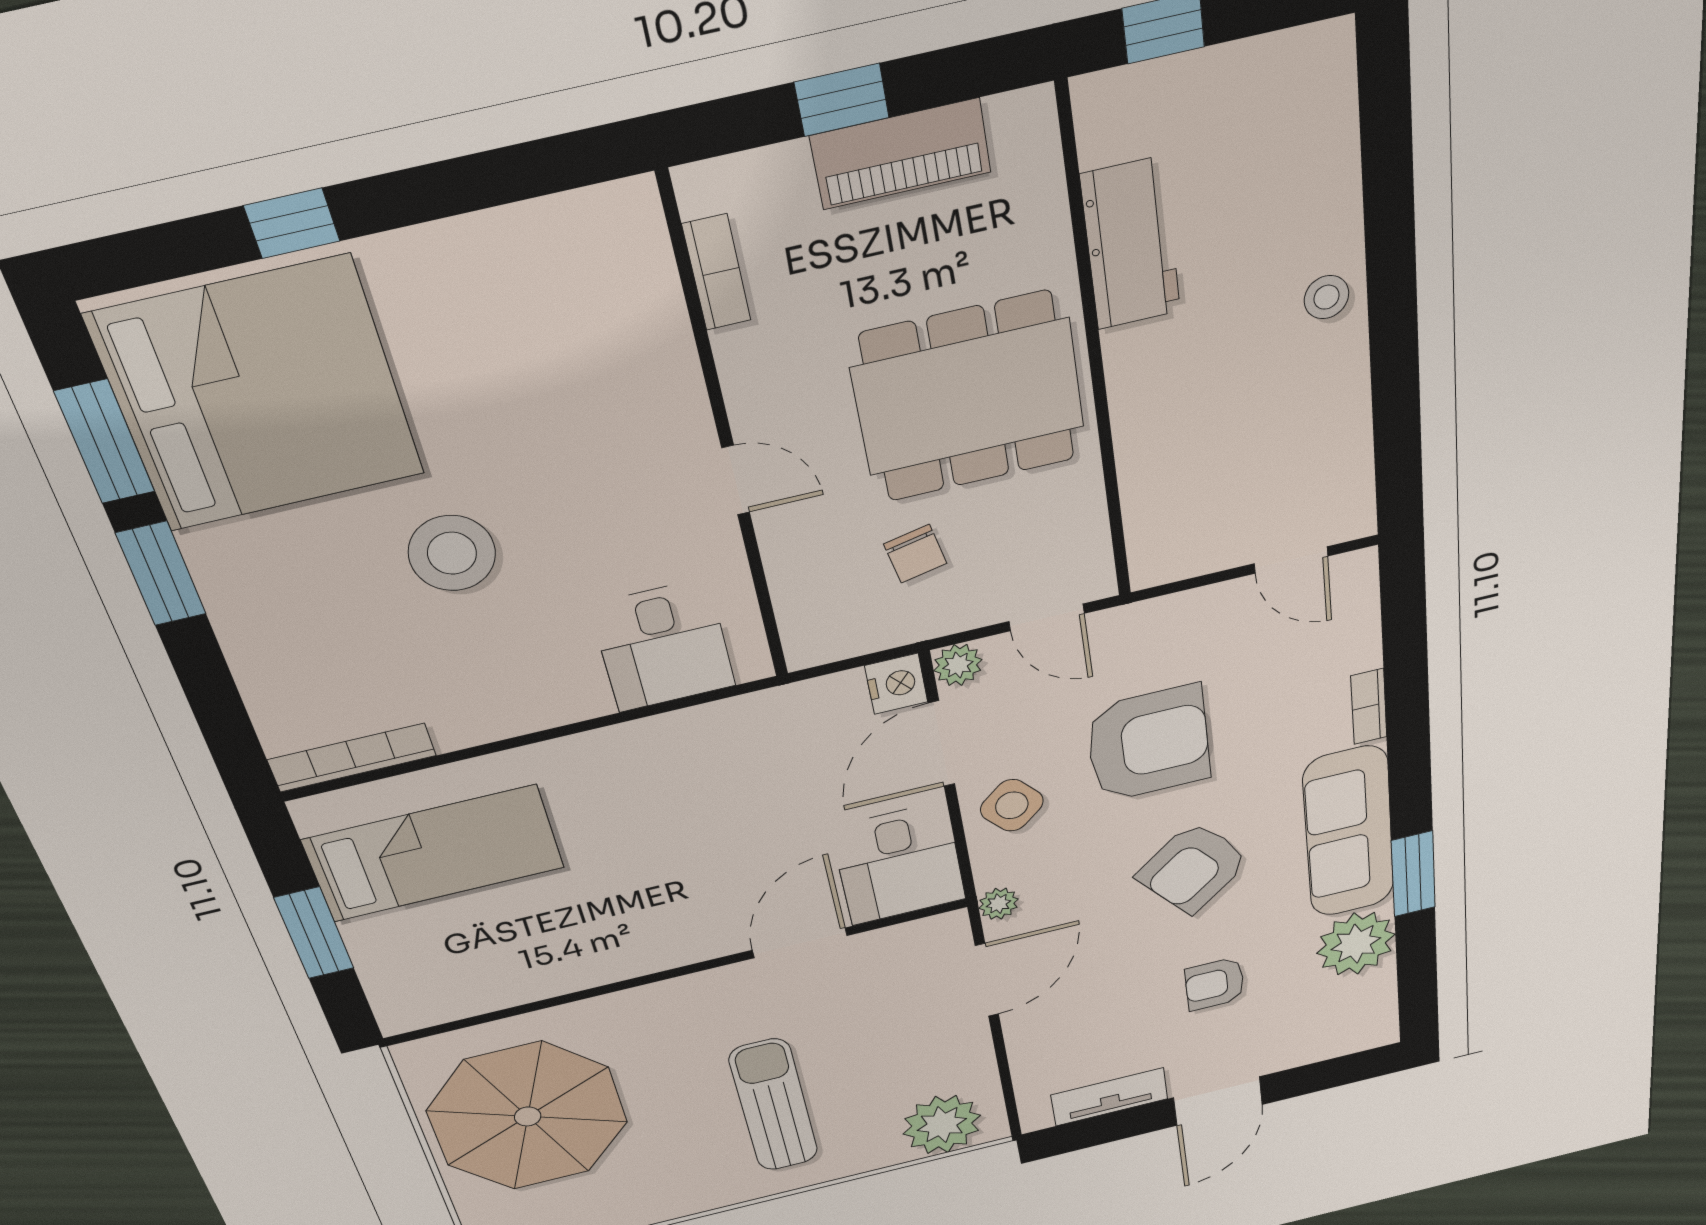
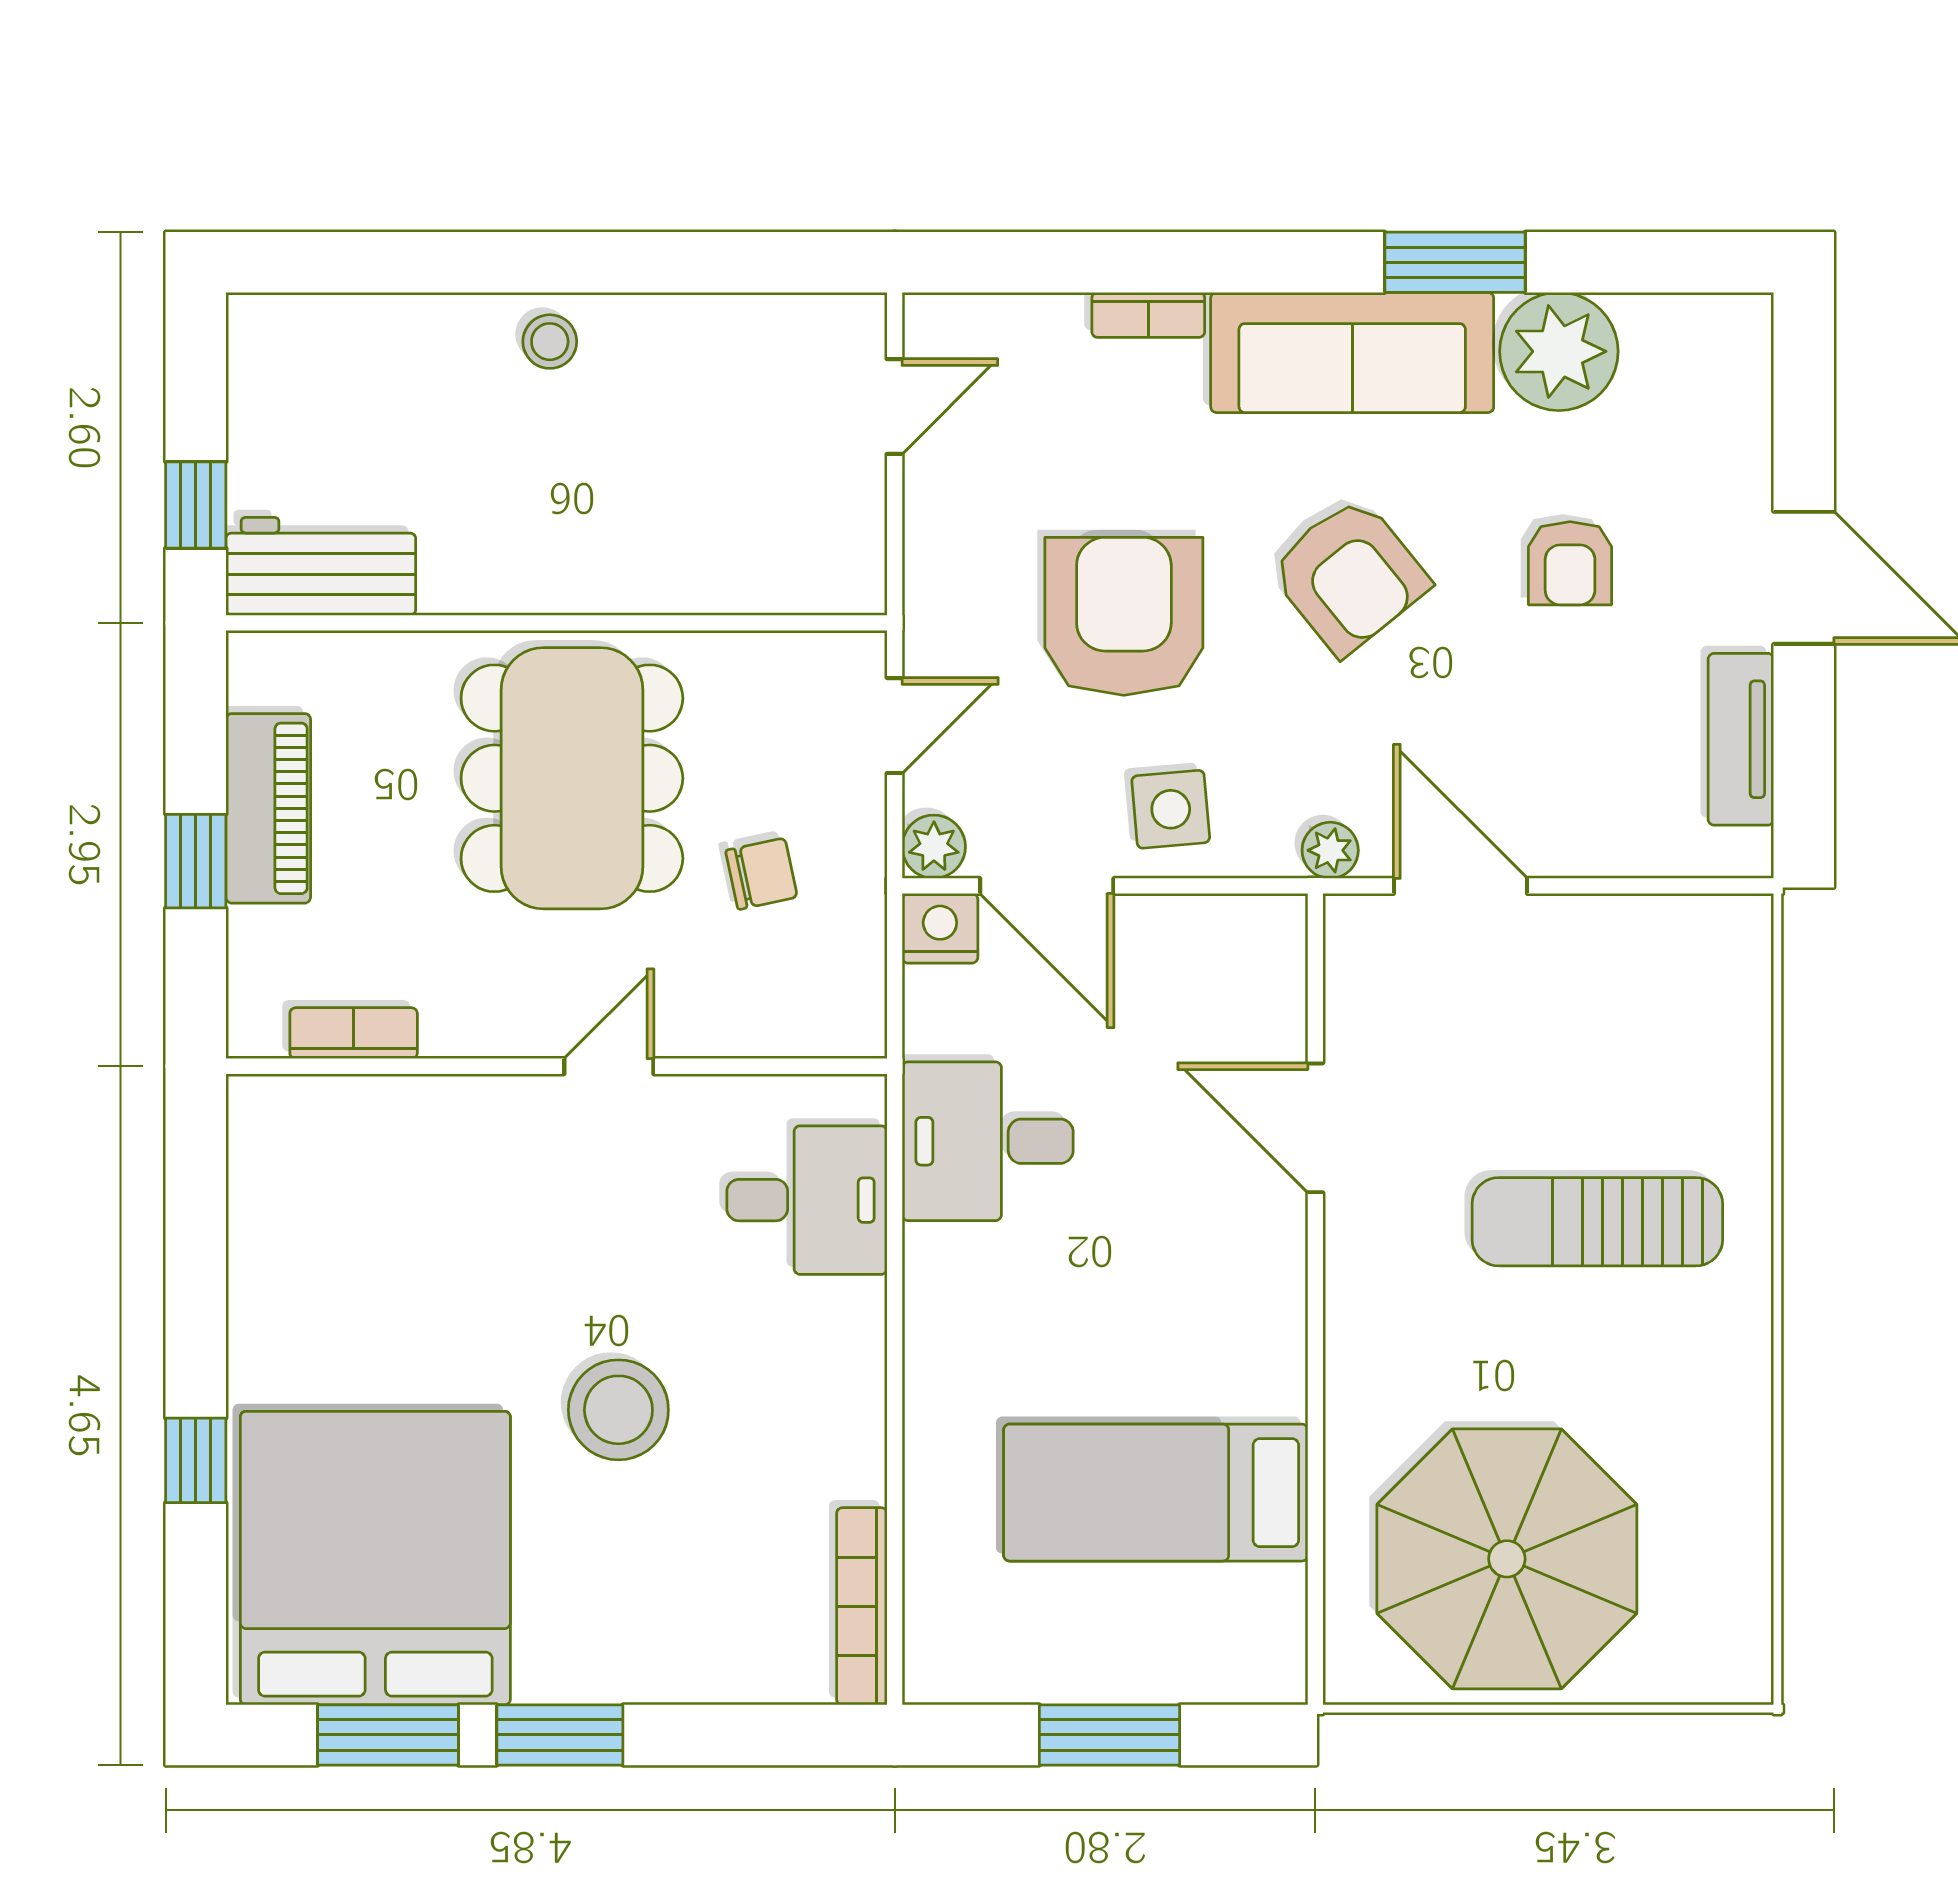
workbench: (1131, 244) -> (321, 566), moved
side table: (1012, 805) -> (1171, 809), turned 36
bed: (434, 854) -> (1156, 1493), moved, turned -90
desk: (899, 864) -> (988, 1141), moved, turned 180
plant: (942, 1125) -> (1714, 991), removed

